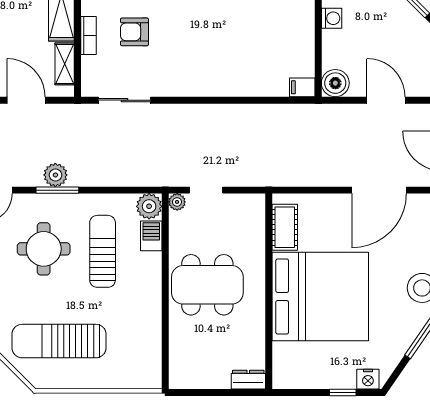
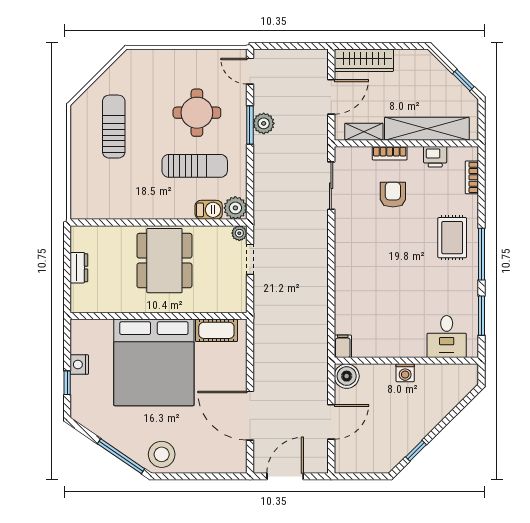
sun lounger: (59, 341) -> (114, 127), width x0.73, depth x0.75
nightstand: (368, 379) -> (79, 365), moved
dresser: (248, 380) -> (79, 268), moved

